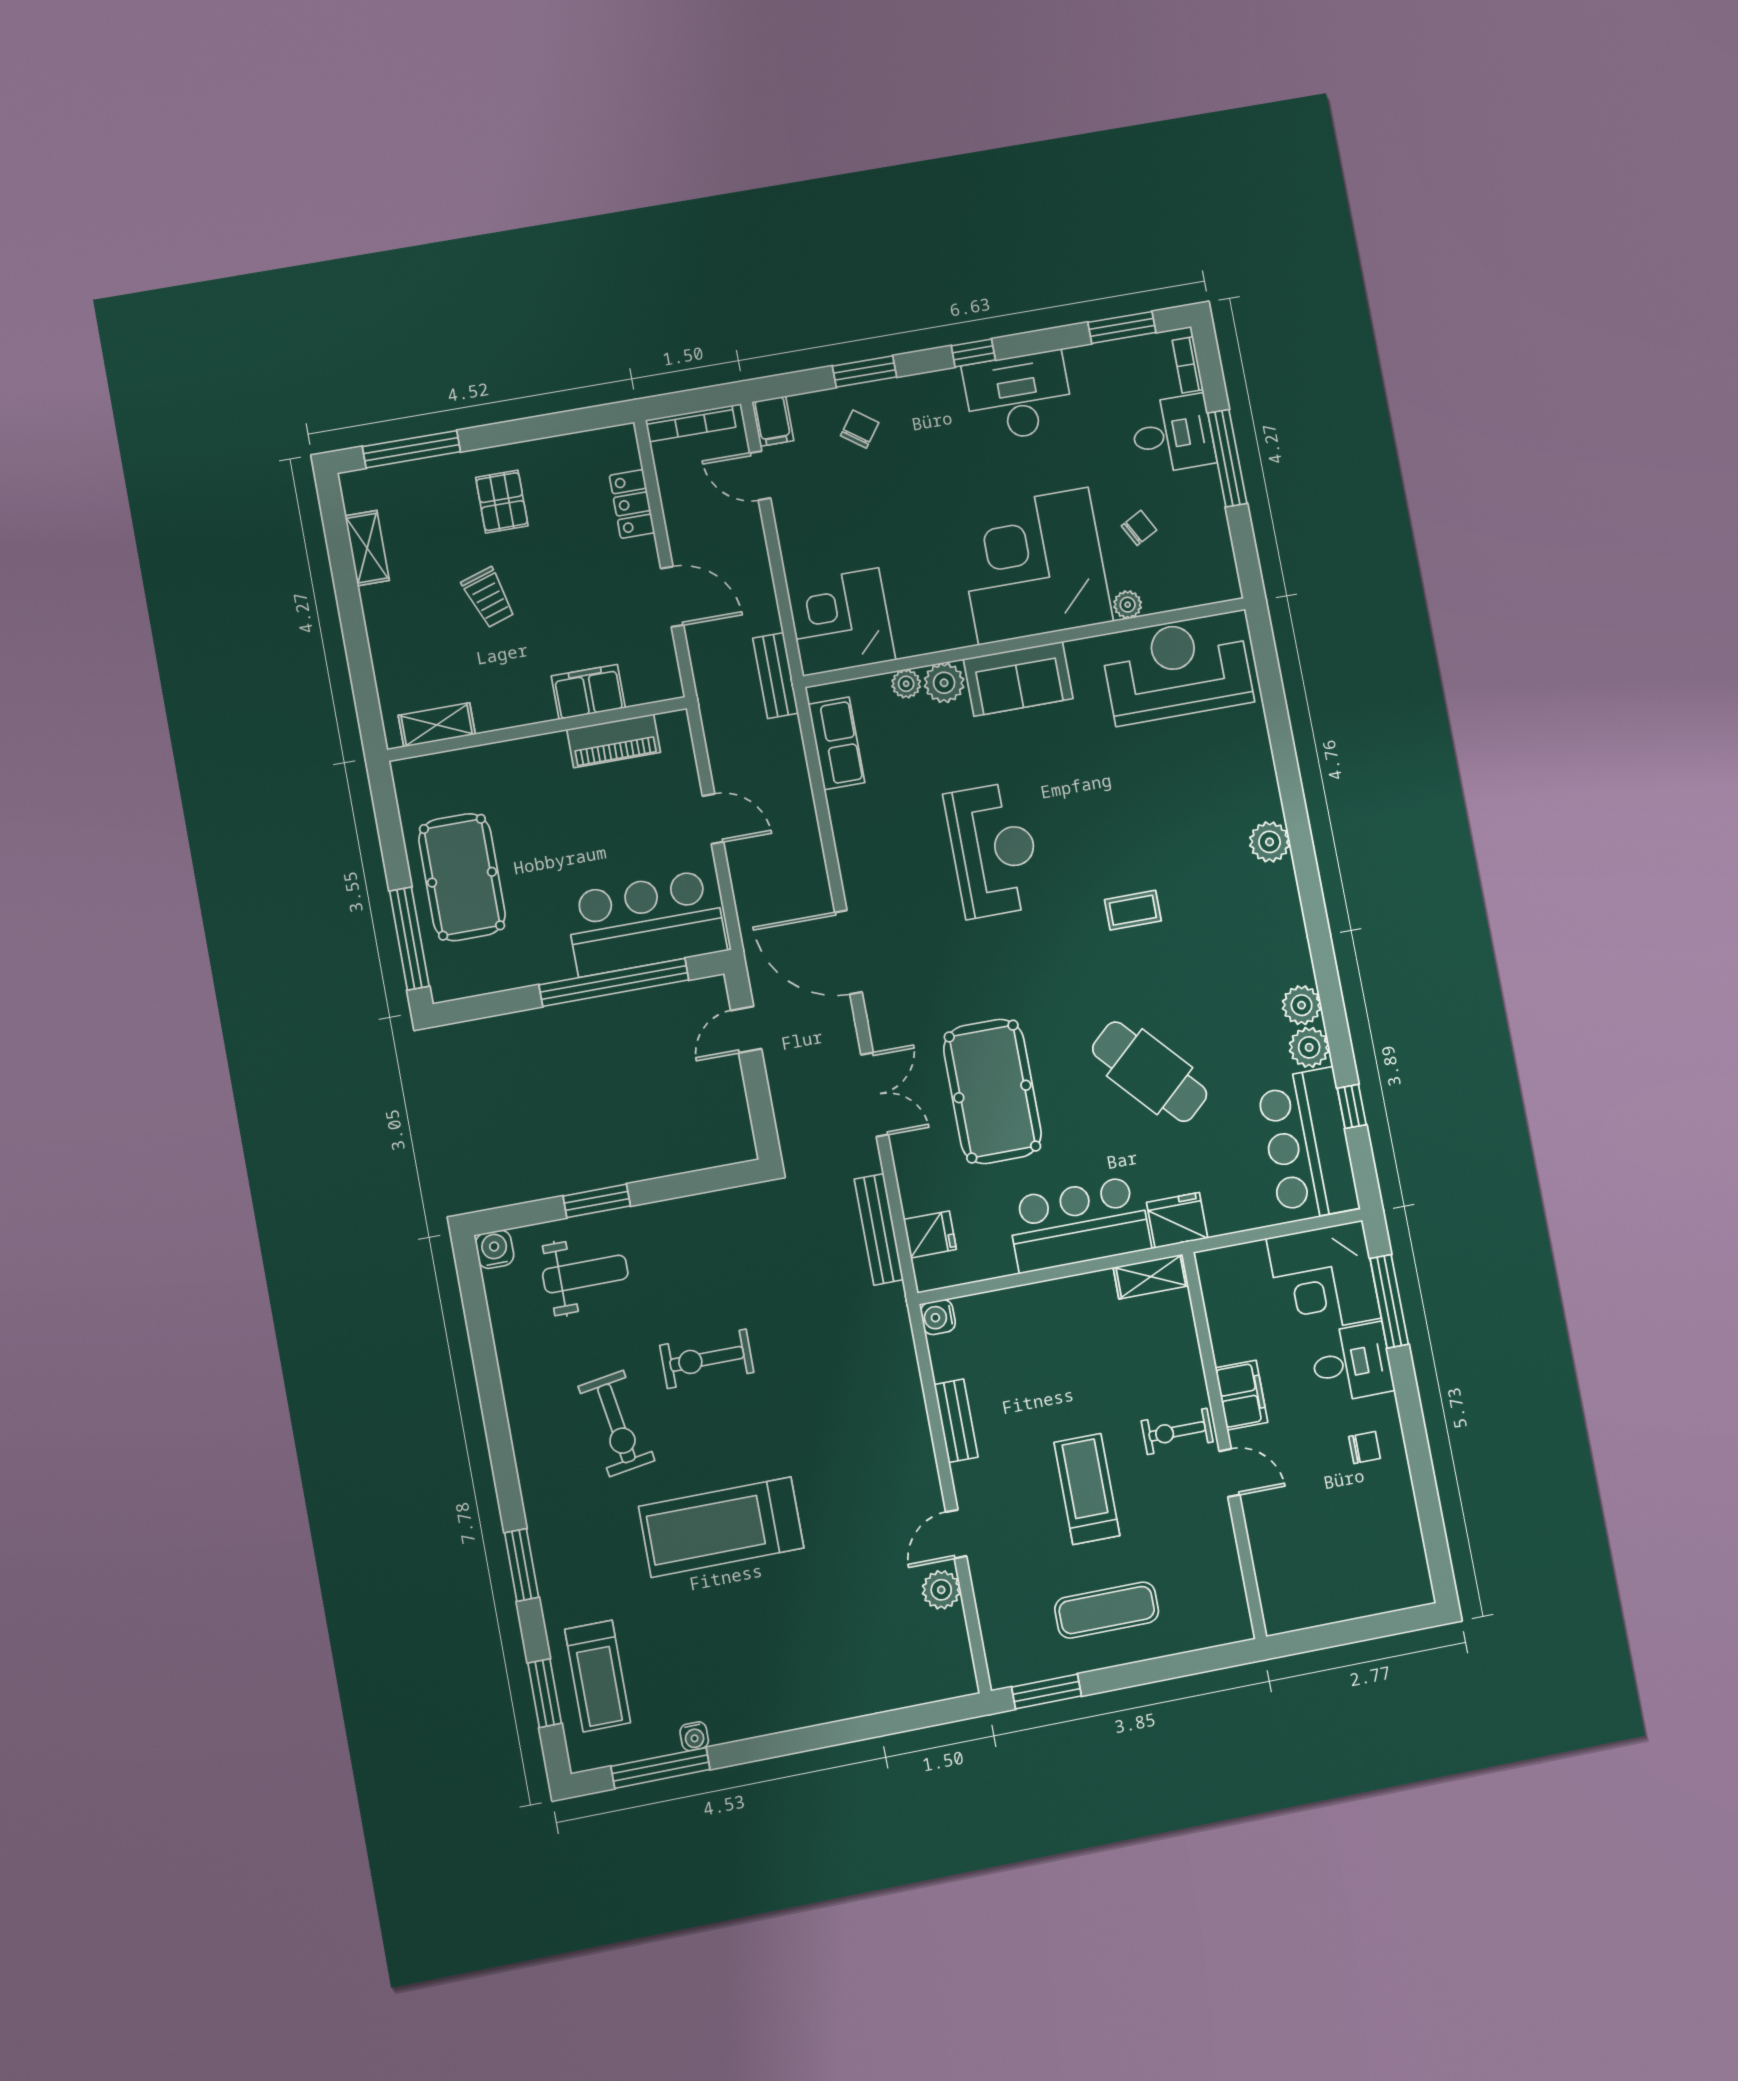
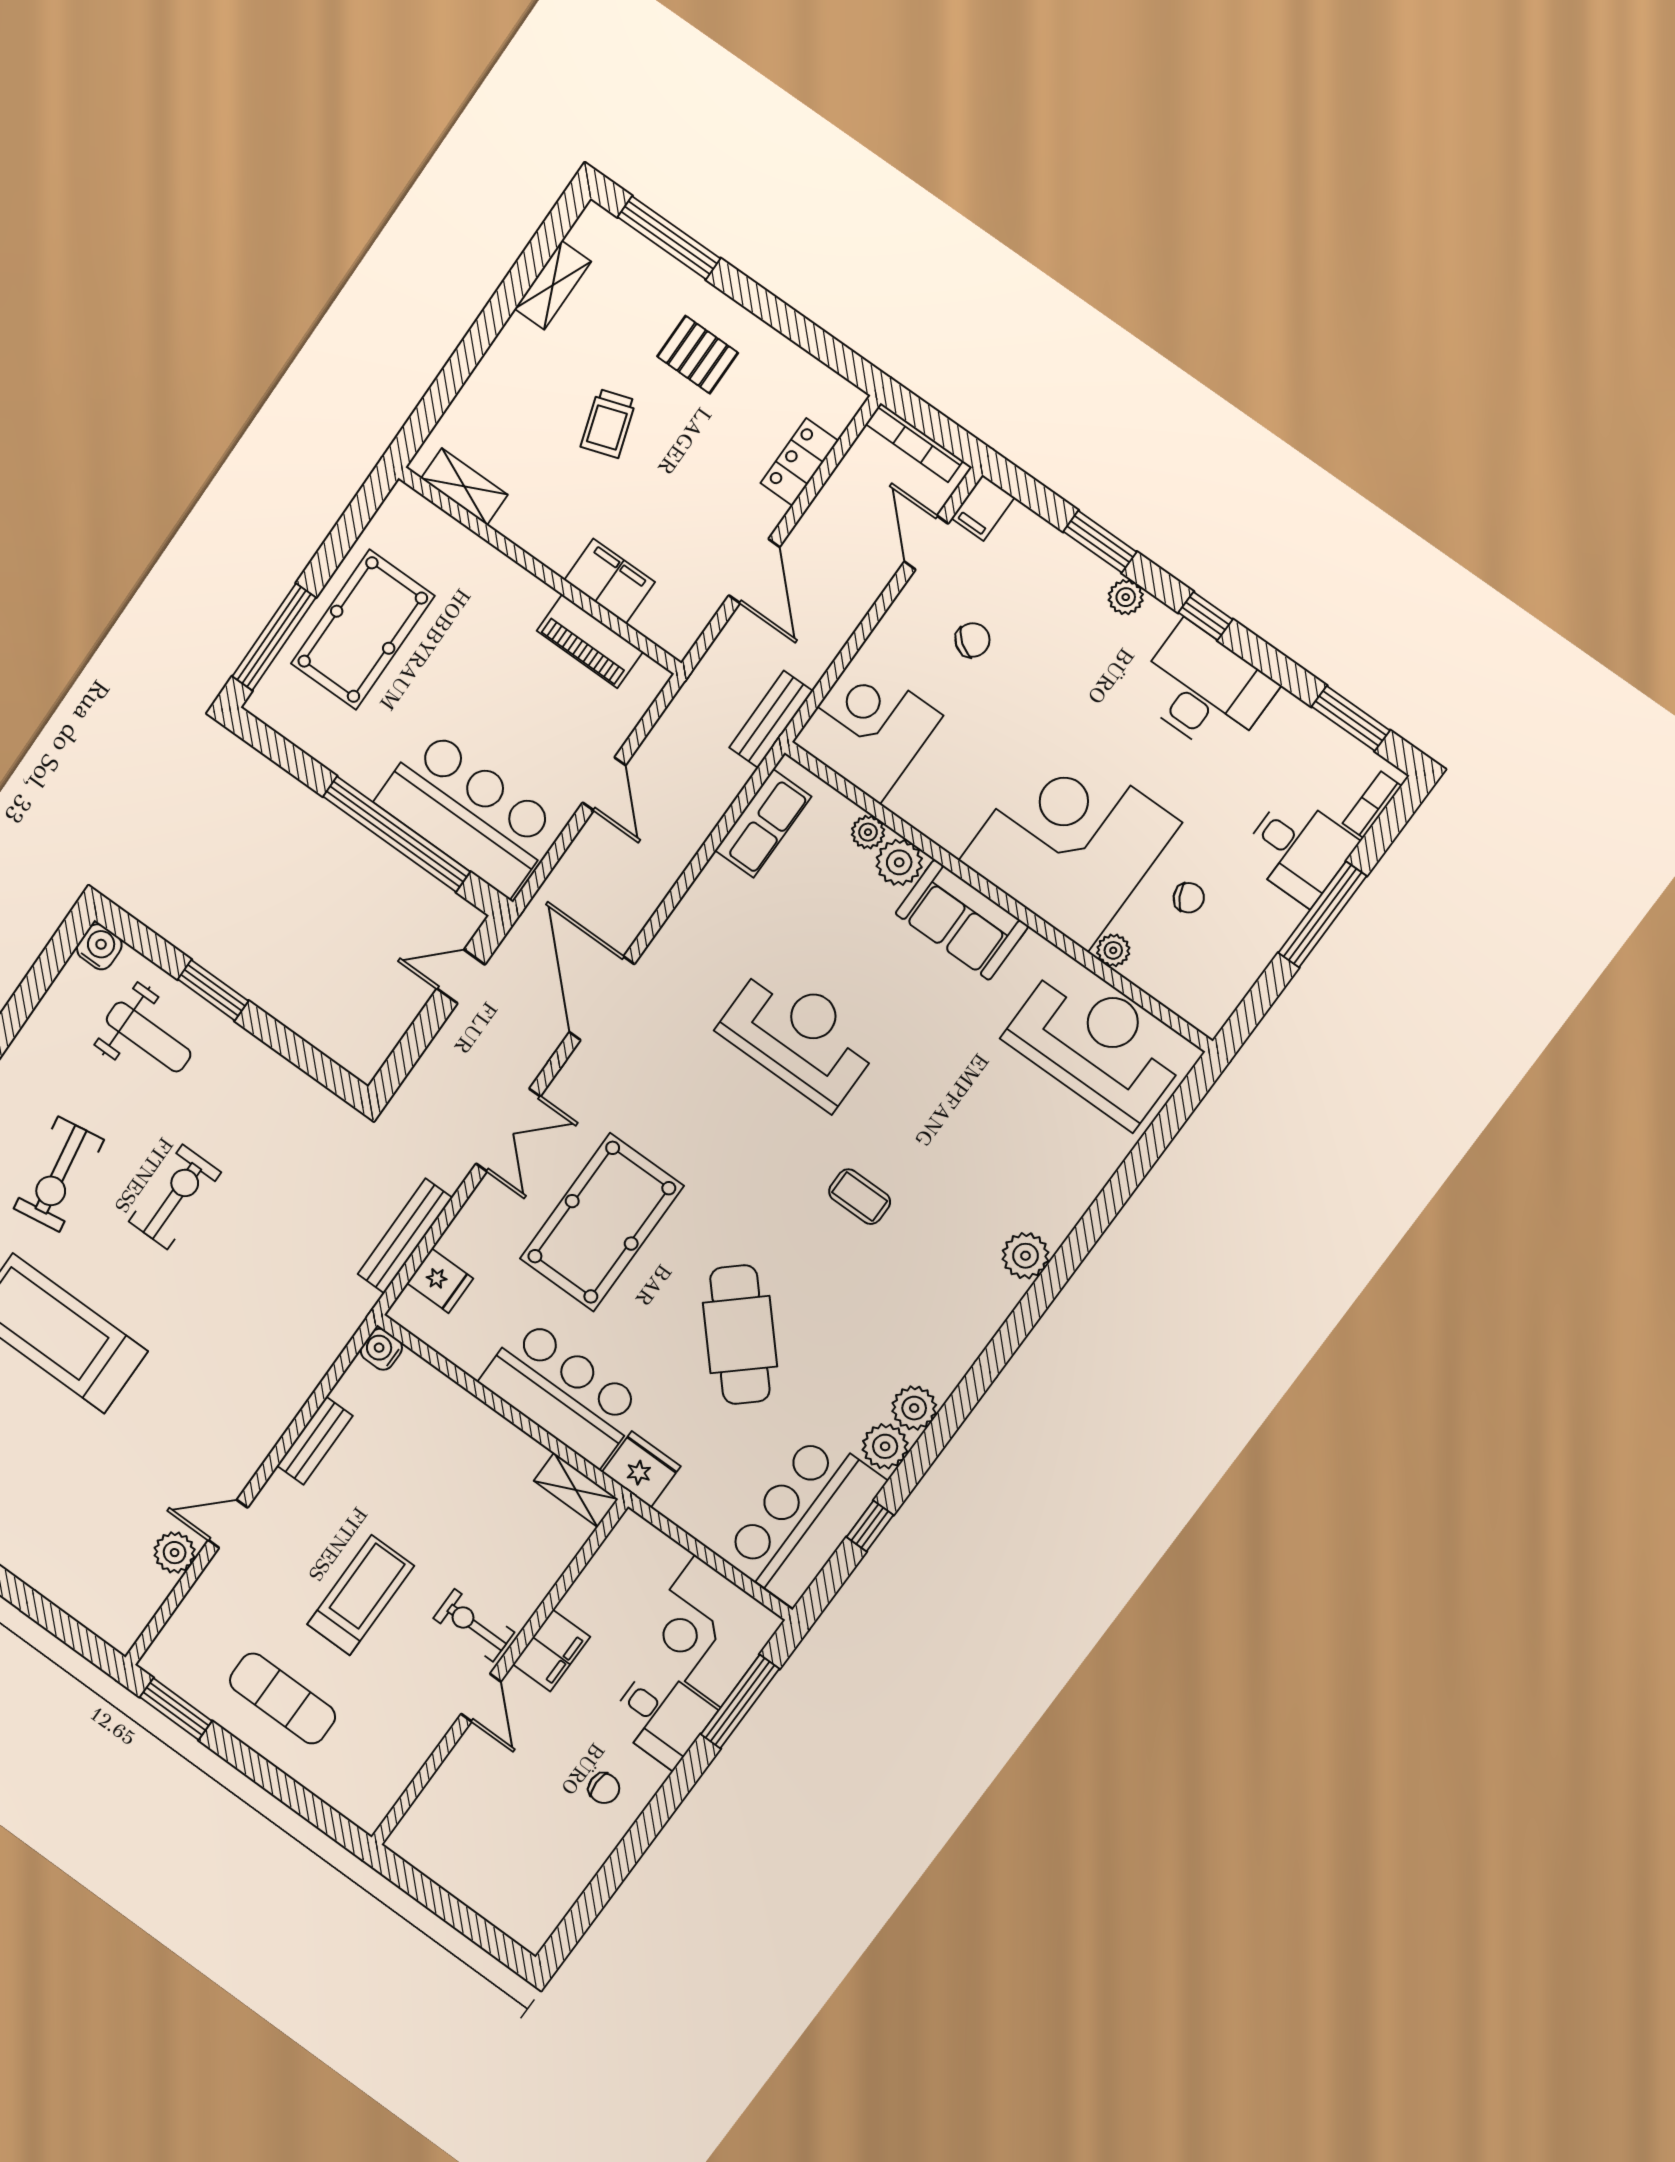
plant: (914, 389) -> (1126, 597), added
chair: (860, 429) -> (972, 640), moved
pallet: (502, 502) -> (698, 355), turned 90
reception desk: (994, 850) -> (799, 1036), turned -90
exercise bike: (707, 1359) -> (175, 1197), turned 90

